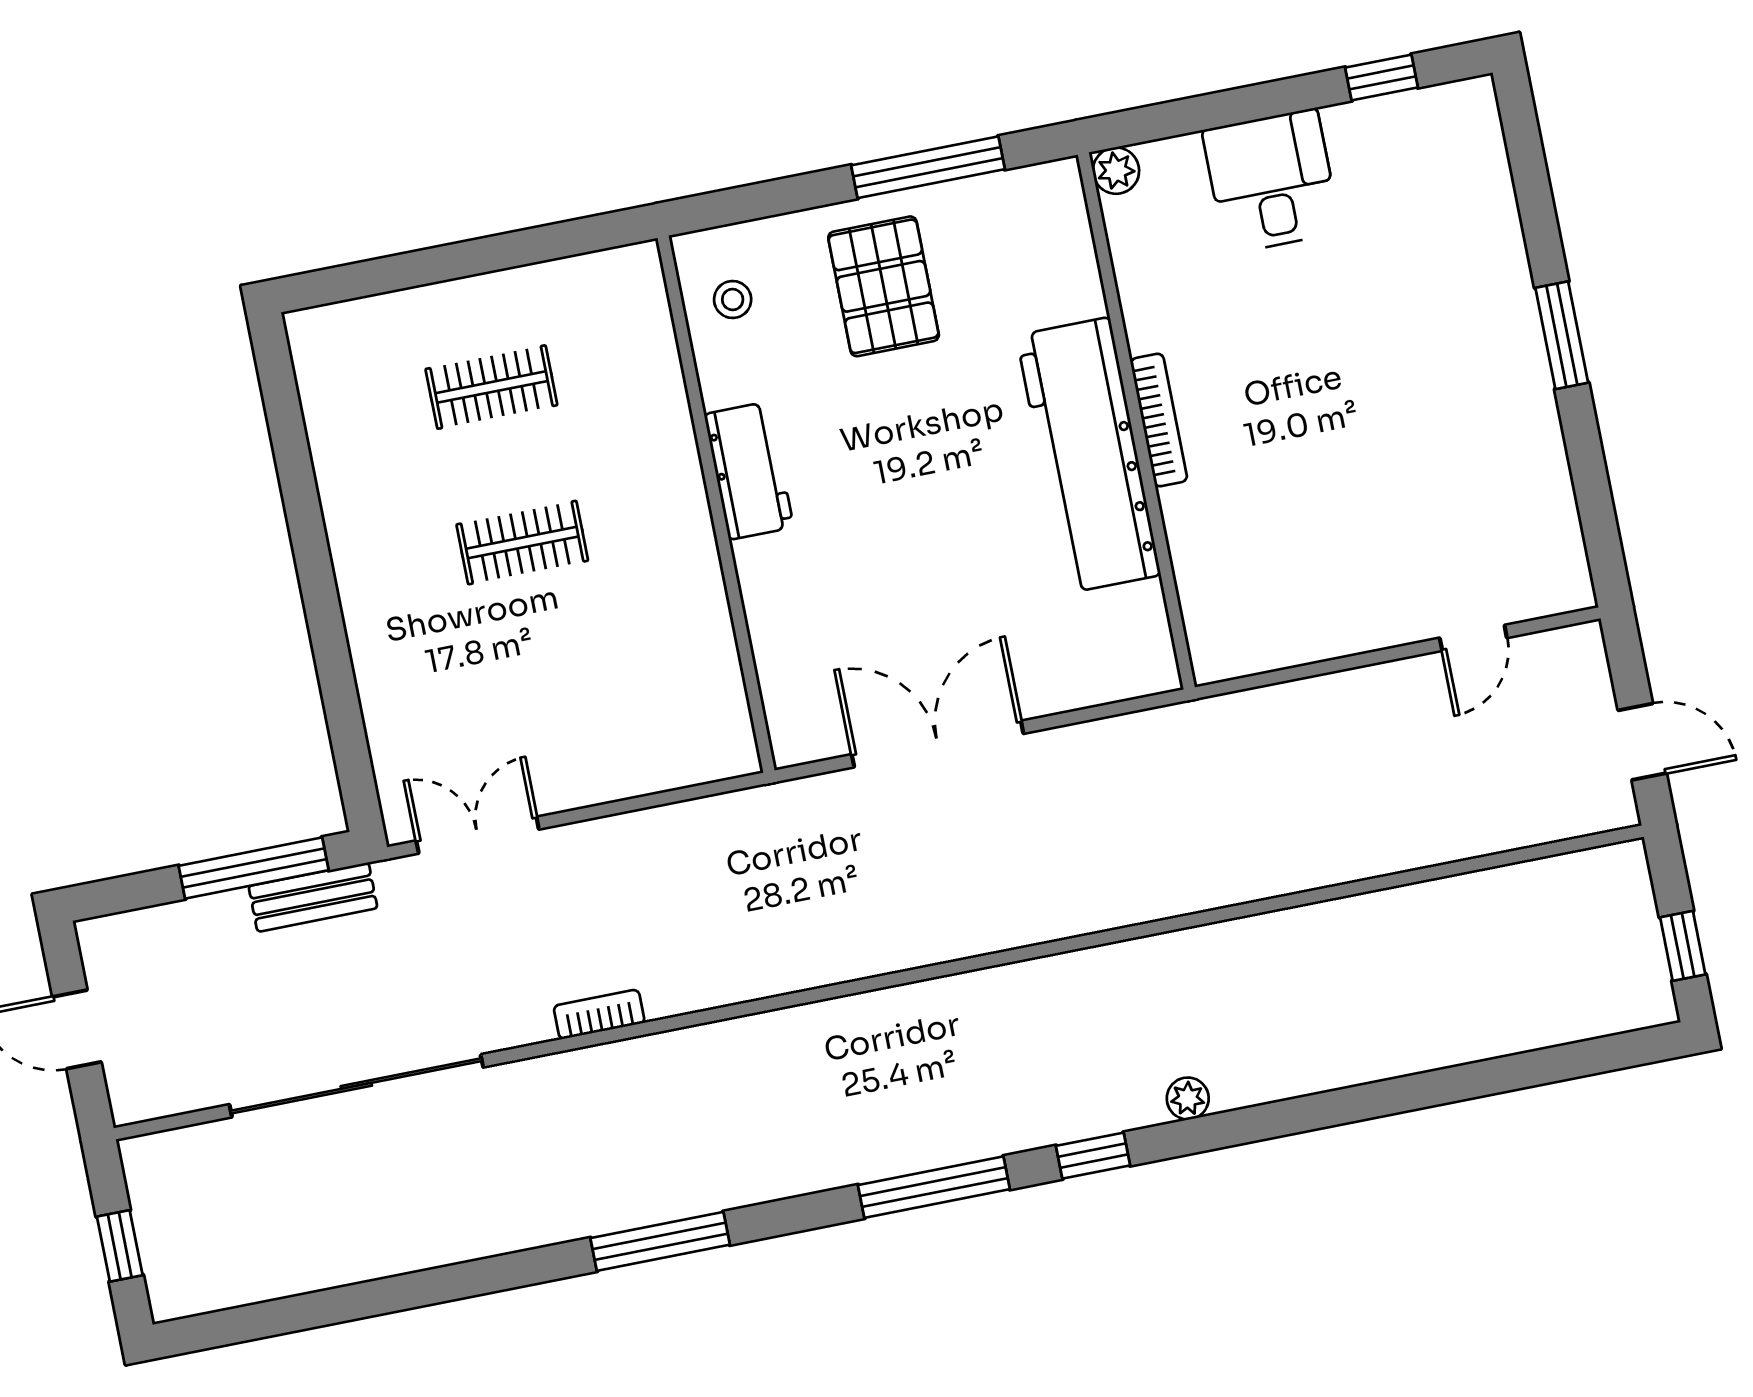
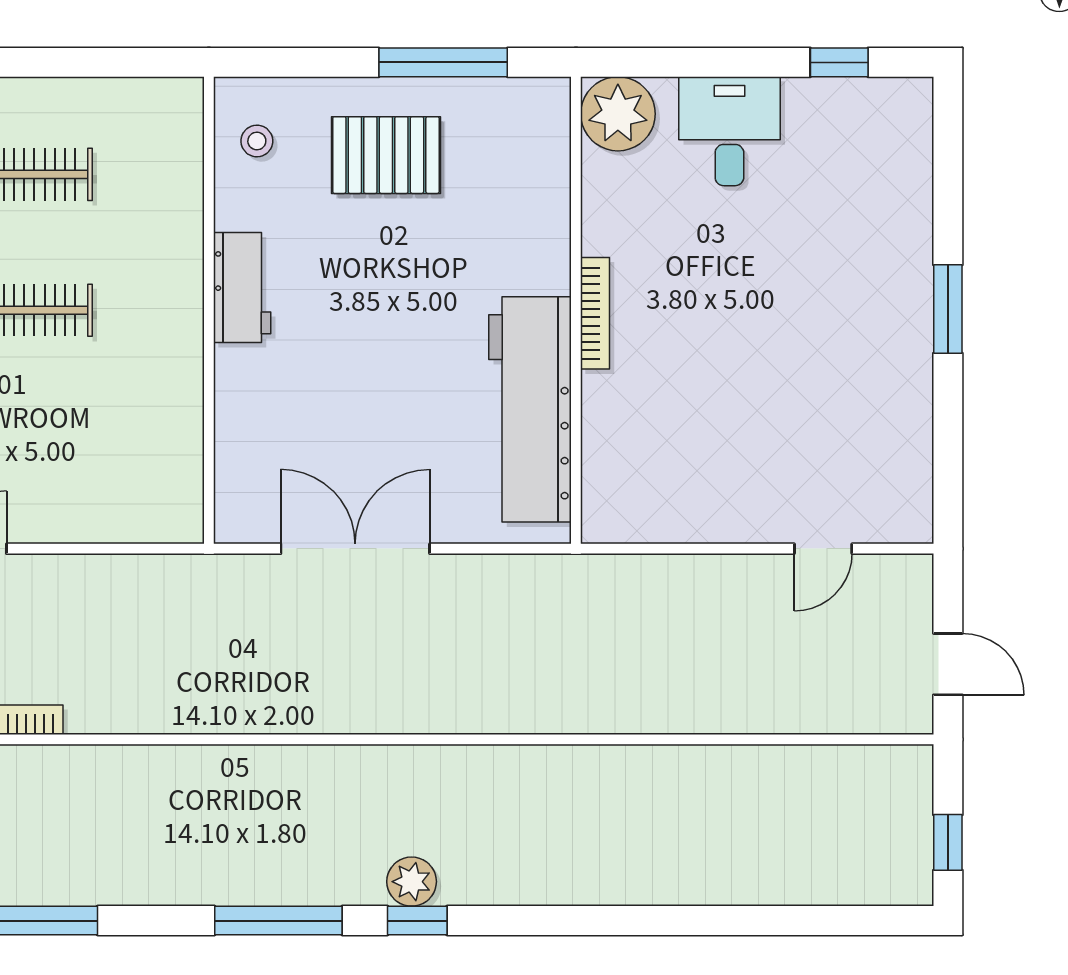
plant: (1116, 171) -> (618, 114), width x1.88, depth x1.88
pallet: (884, 286) -> (386, 155), turned 90
workbench: (1088, 455) -> (530, 409), moved
plant: (1188, 1098) -> (412, 882), moved, width x1.38, depth x1.38

